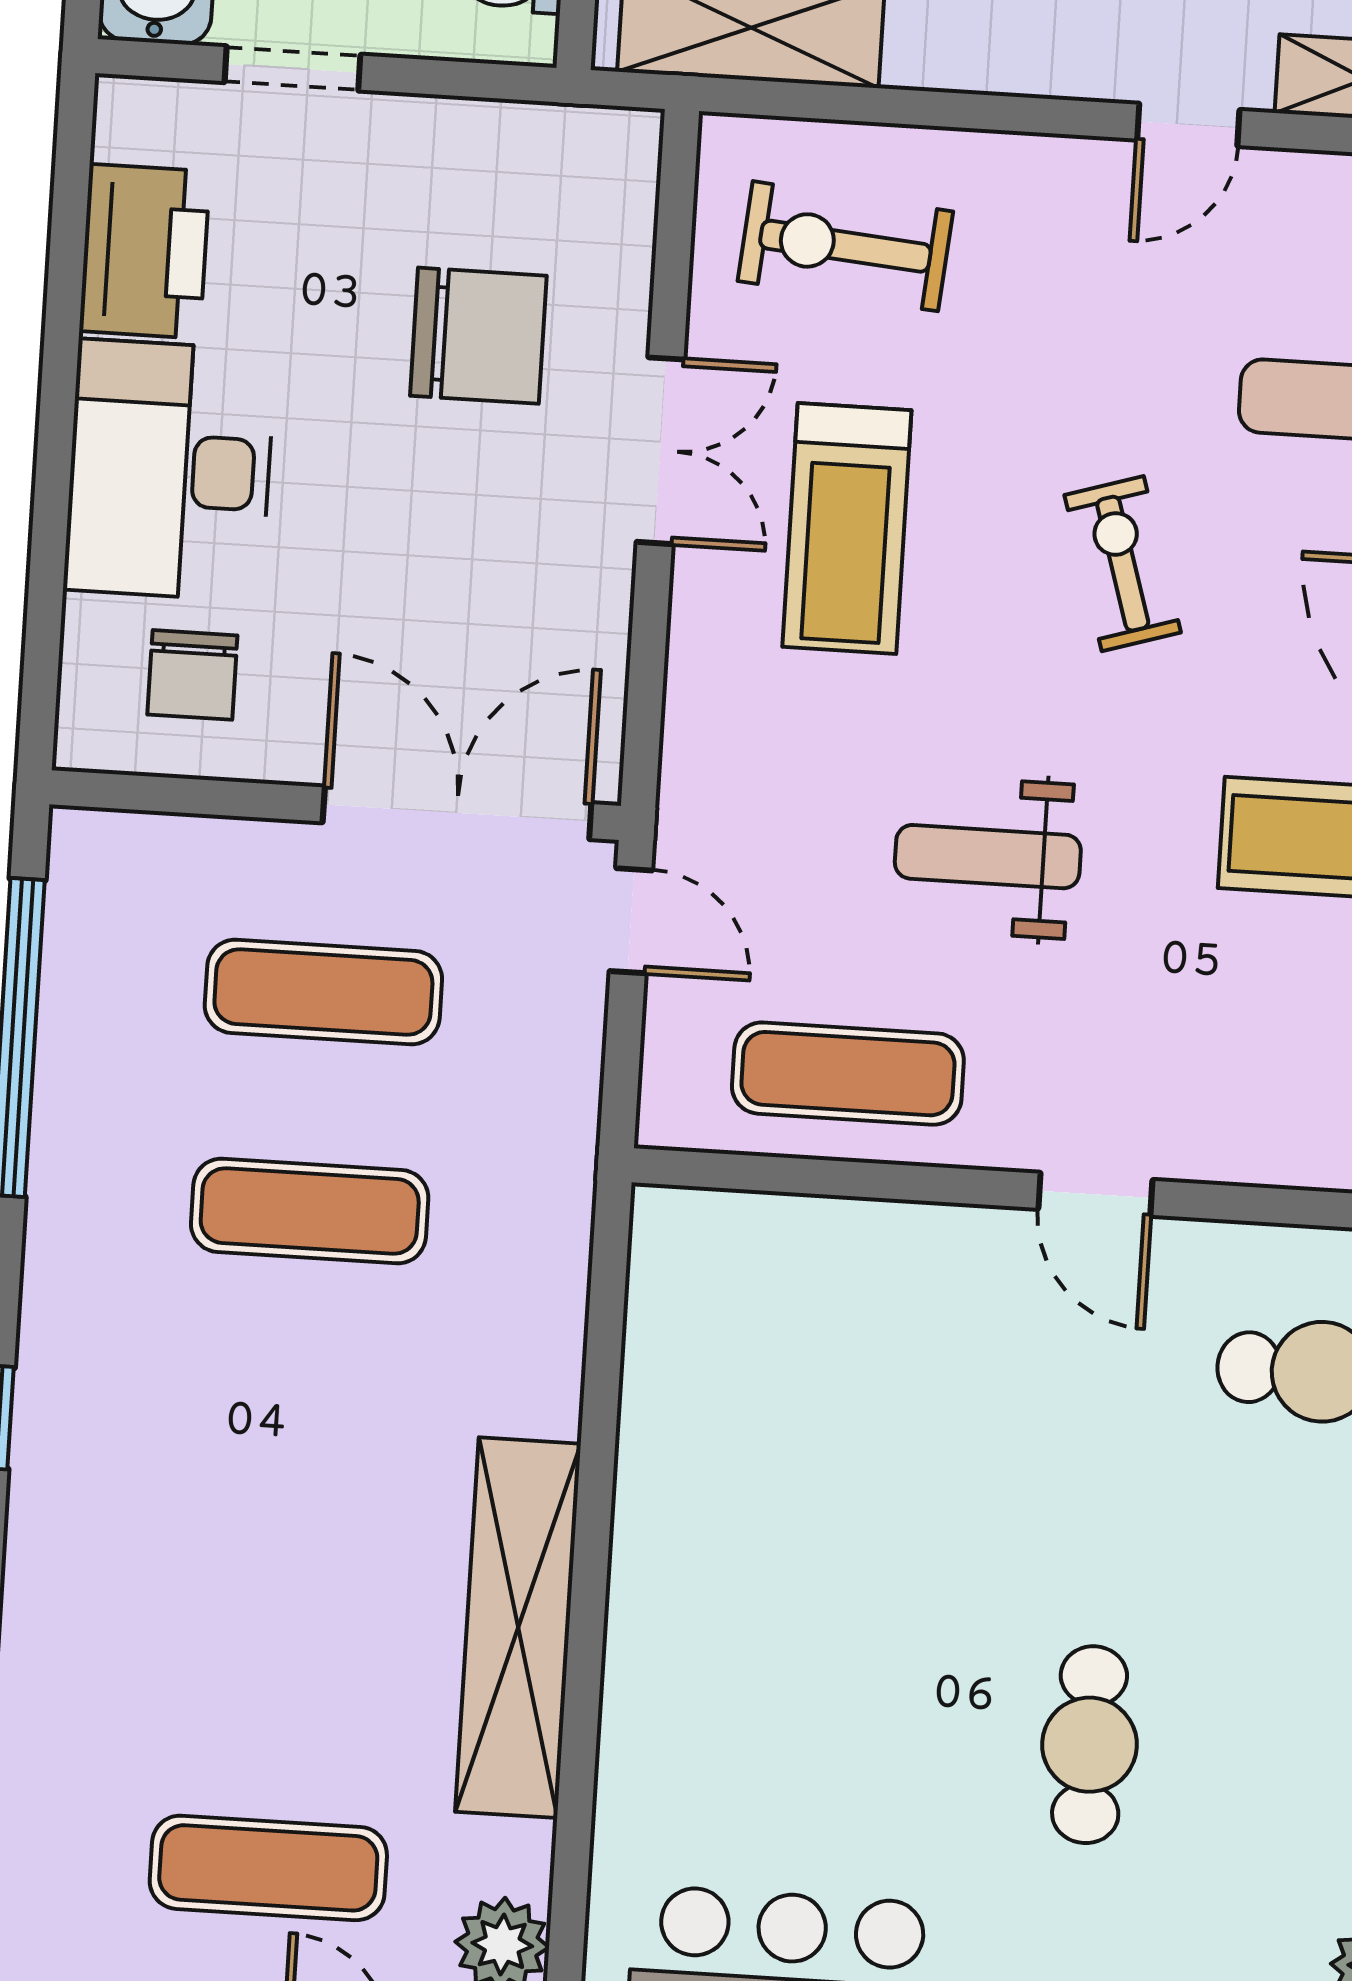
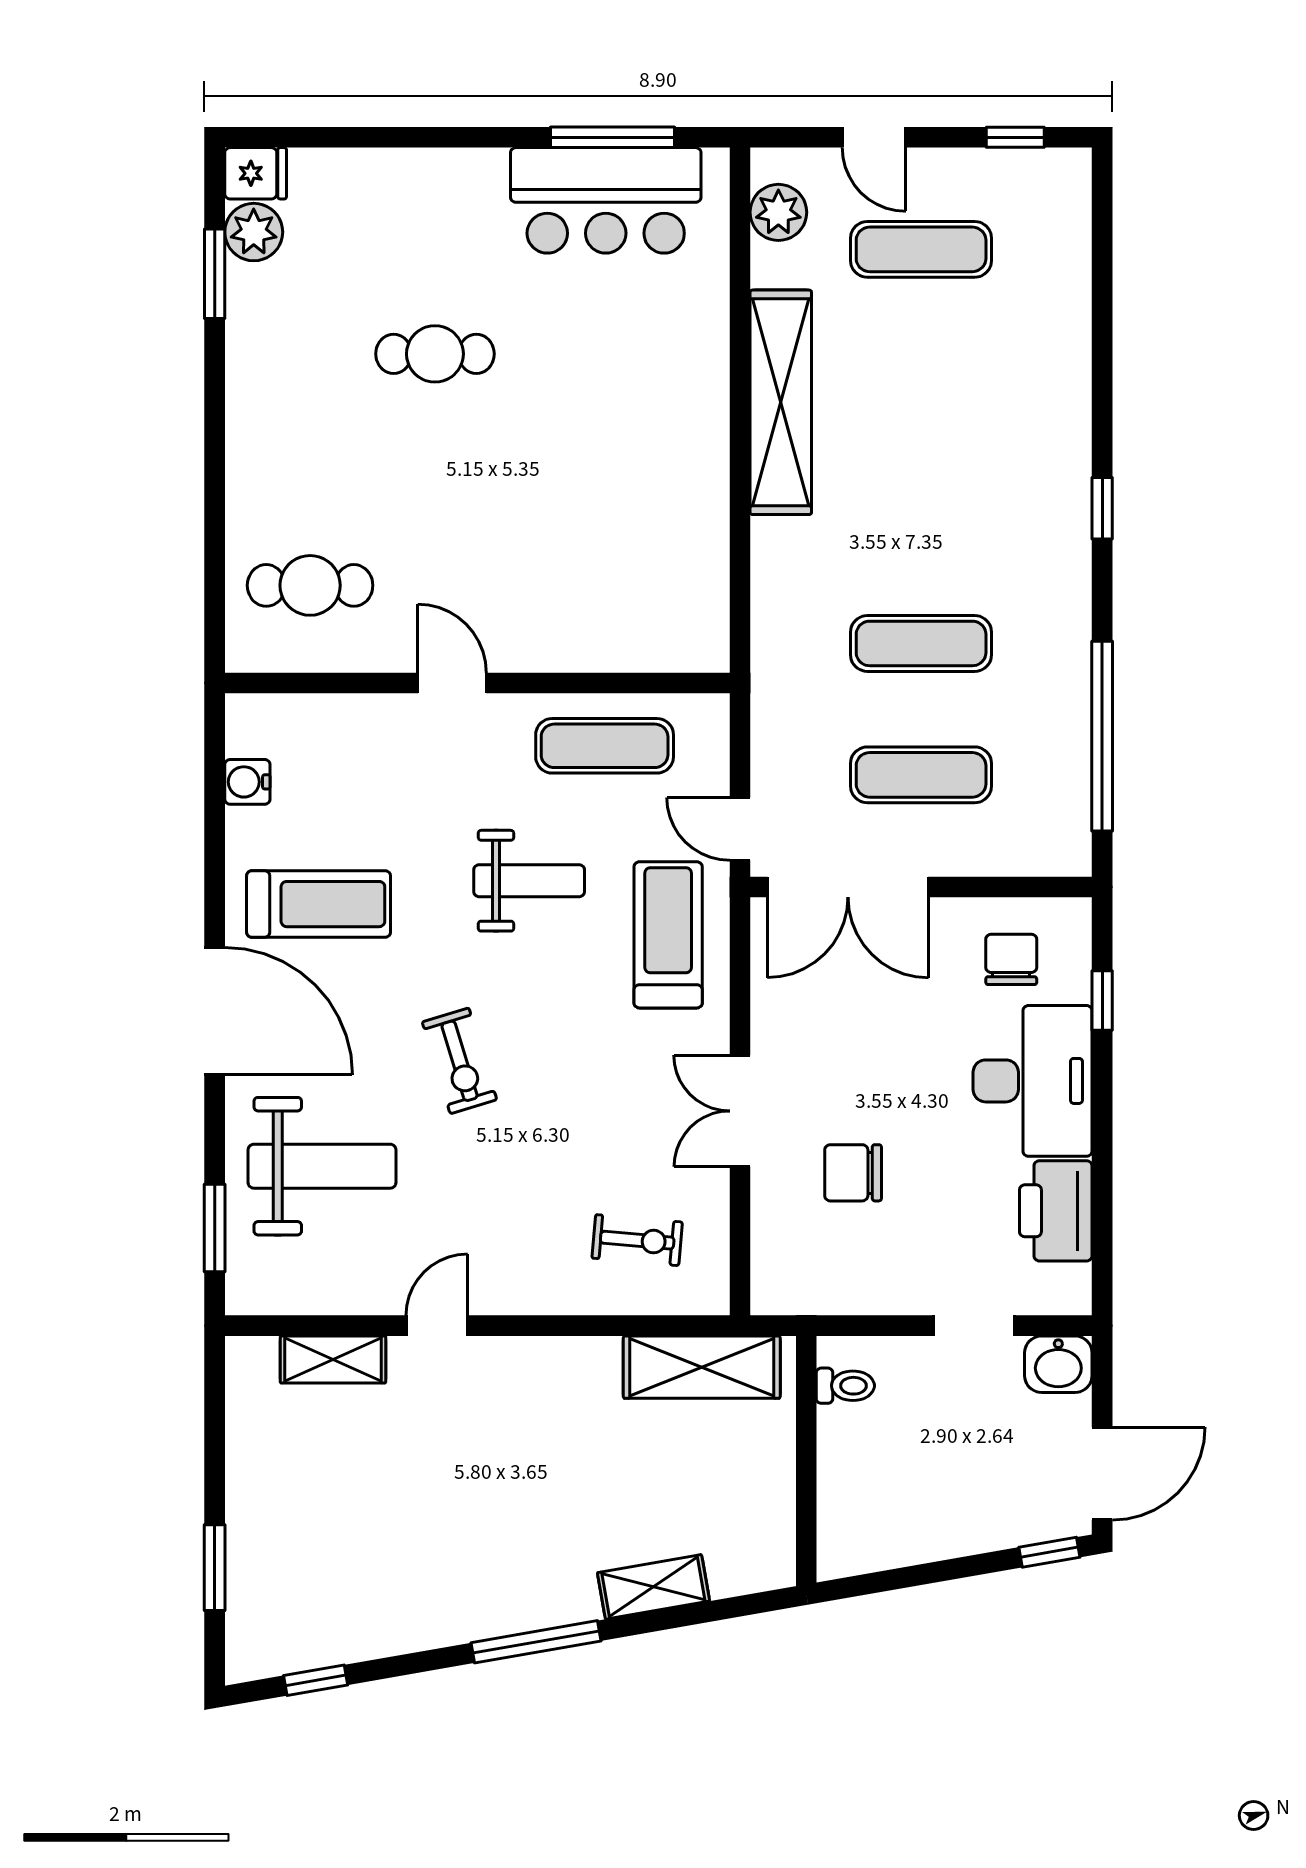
exercise bike: (845, 246) -> (637, 1240), width x0.73, depth x0.72
chair: (478, 336) -> (853, 1173), width x0.73, depth x0.73
treadmill: (847, 529) -> (668, 935), moved
window: (45, 597) -> (1102, 1000), added
cafe table: (1090, 1745) -> (435, 354), turned 90

